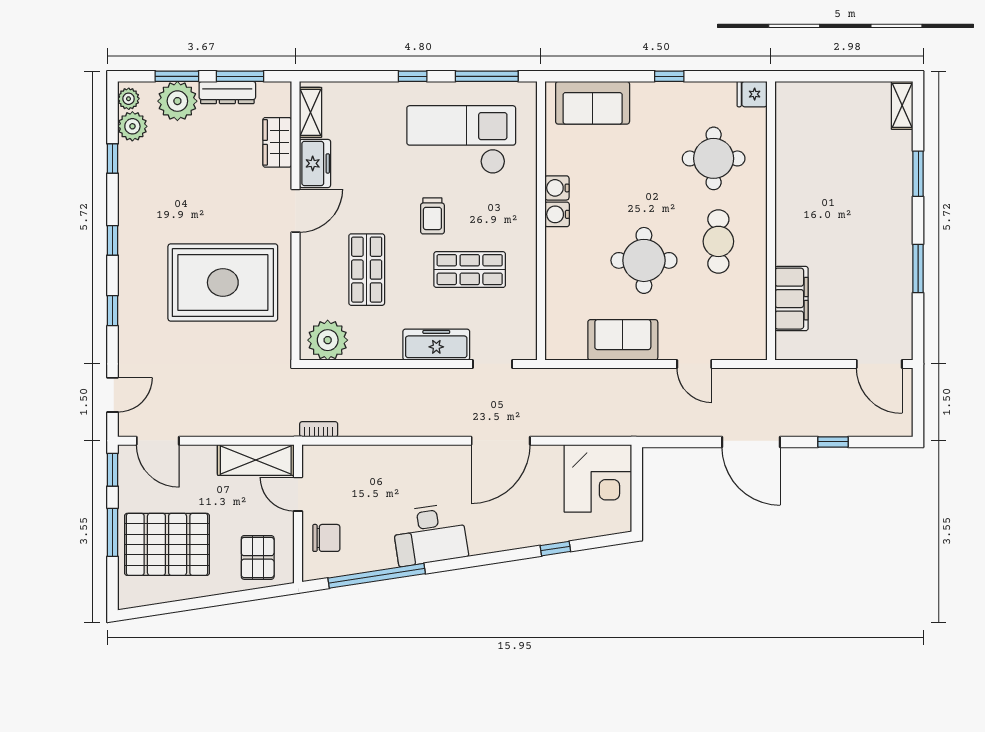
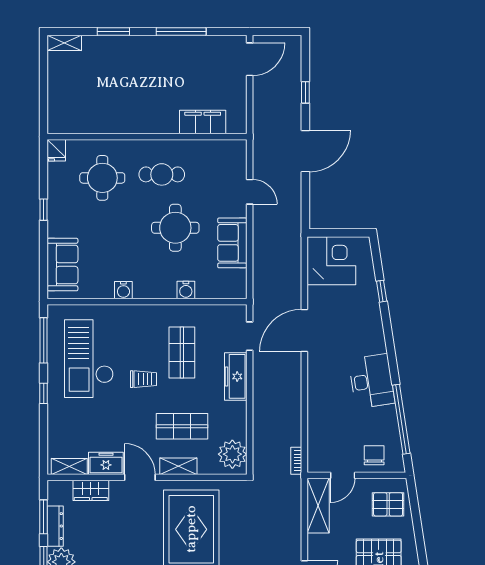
water cooler: (557, 214) -> (186, 290), moved
shelving: (311, 265) -> (178, 466), added
window: (918, 268) -> (181, 31), width x1.44
door: (694, 364) -> (250, 192), hinge flipped
door: (501, 441) -> (304, 330), swing flipped

